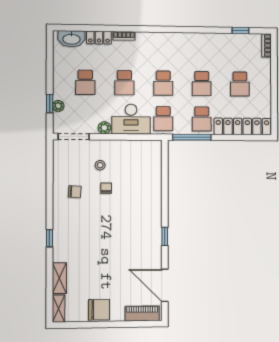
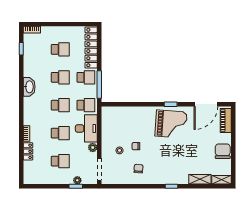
washbasin: (71, 39) -> (29, 87), moved
grand piano: (137, 237) -> (171, 124), added

